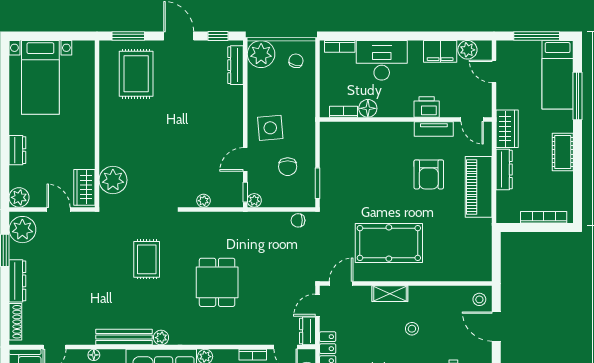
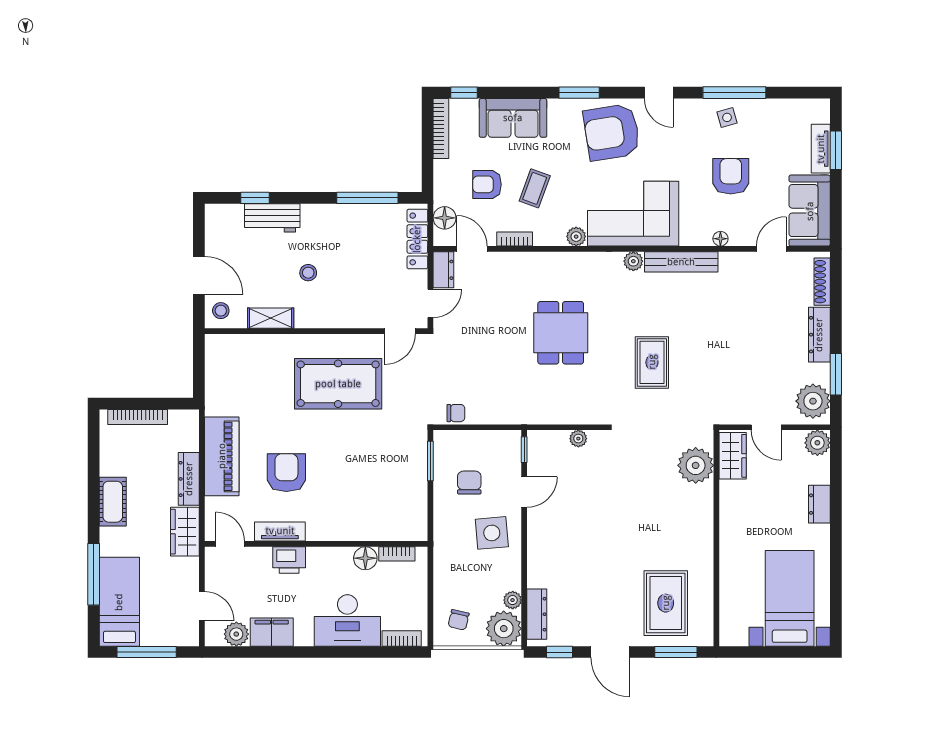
plant: (254, 200) -> (513, 600), moved
shelving: (390, 294) -> (271, 318), moved

